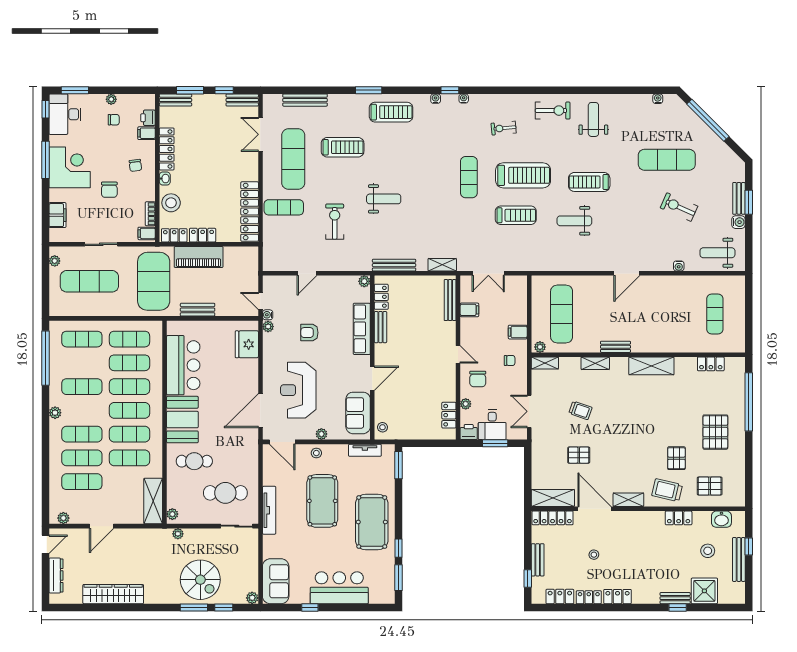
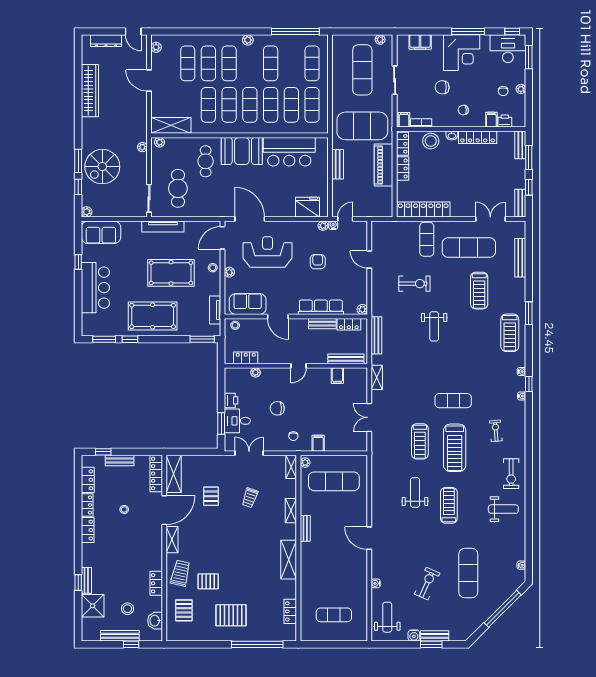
bench: (450, 300) -> (346, 359), moved
filing cabinet: (469, 310) -> (337, 376), moved
door: (458, 354) -> (299, 366), moved
wall: (458, 358) -> (296, 366), moved
plant: (466, 404) -> (256, 372), moved
locker: (449, 415) -> (246, 358), moved

